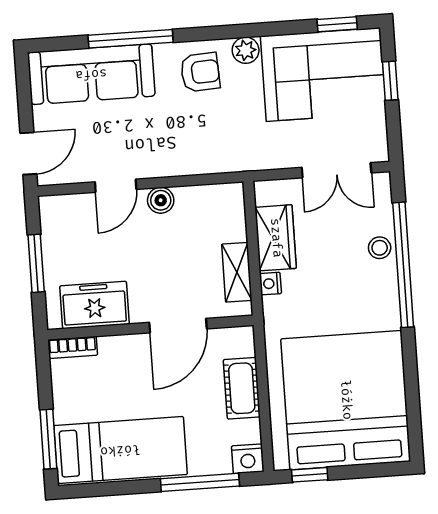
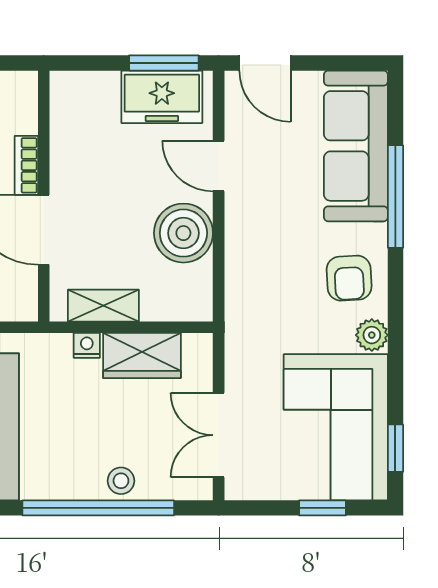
boiler: (161, 200) -> (183, 233), width x1.86, depth x1.86
window: (36, 263) -> (164, 63), moved
freezer: (95, 305) -> (162, 97), moved, turned 90
bookcase: (73, 347) -> (26, 165), moved

